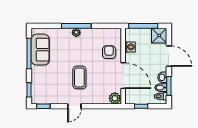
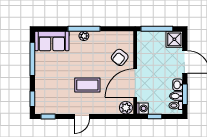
washing machine: (130, 47) -> (142, 108), moved
sofa: (40, 50) -> (52, 41), moved, turned 90
armchair: (109, 52) -> (120, 57), turned -141
door: (123, 76) -> (135, 83), swing flipped
coffee table: (79, 77) -> (87, 85), turned 90

